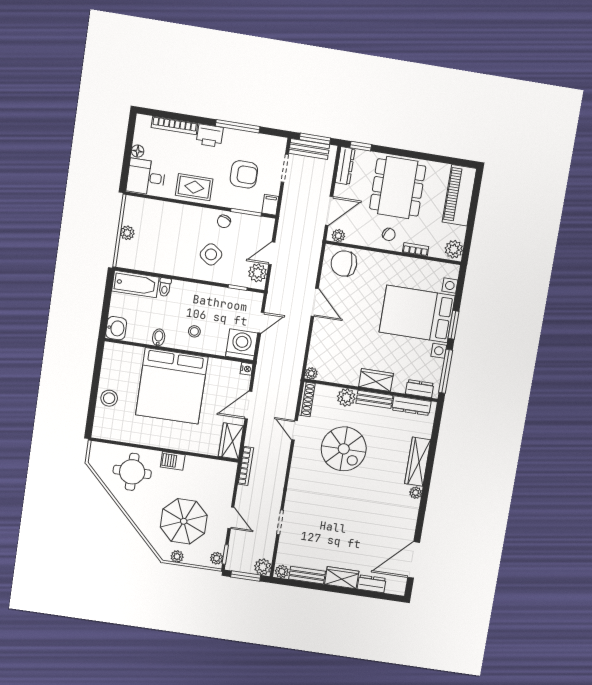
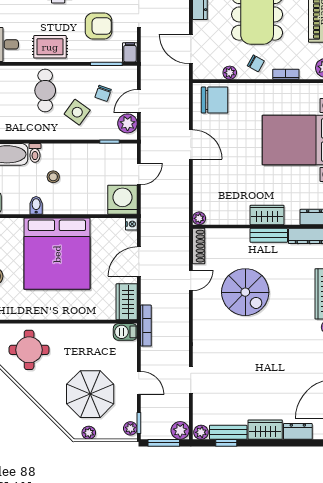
door: (329, 211) -> (191, 49), swing flipped
chair: (224, 221) -> (103, 93), moved
cafe table: (183, 229) -> (45, 91), added
plant: (338, 236) -> (230, 73), moved
chair: (344, 263) -> (215, 100), turned 180
stool: (194, 331) -> (53, 177), moved
plant: (346, 397) -> (239, 238), removed
door: (294, 430) -> (191, 280), swing flipped
barbecue: (173, 461) -> (125, 332), moved
window: (304, 584) -> (226, 443), added

